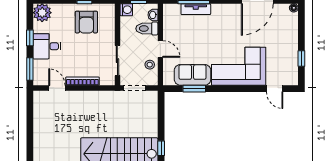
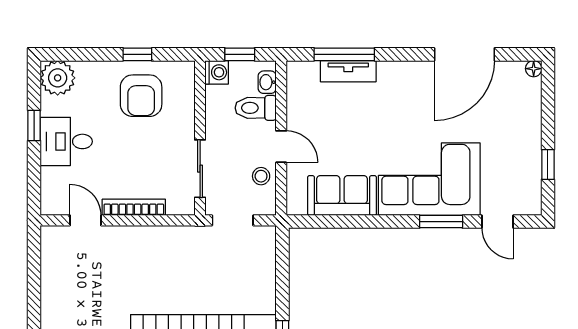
window: (30, 69) -> (34, 184), removed
window: (194, 89) -> (441, 222), moved

